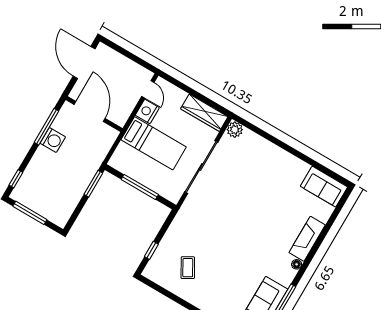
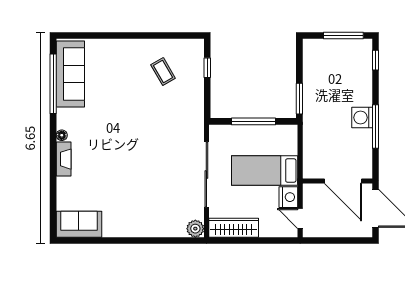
door: (90, 111) -> (343, 181), moved
wall: (94, 114) -> (337, 181), moved
fireplace: (307, 239) -> (64, 159), width x0.73, depth x0.76

